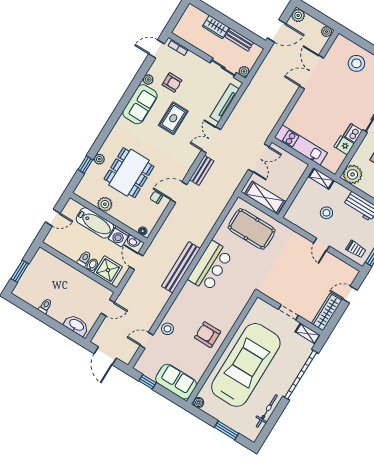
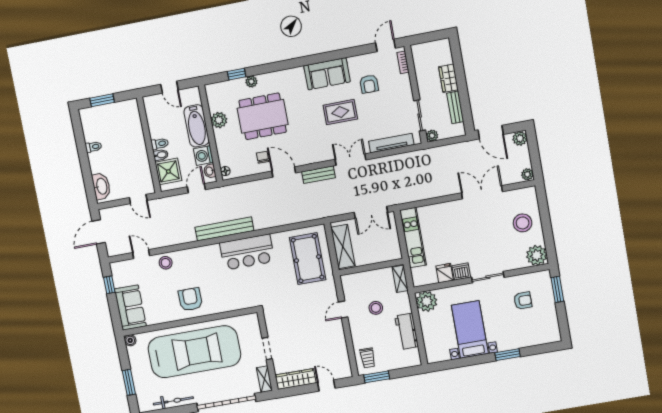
door: (157, 49) -> (386, 45), hinge flipped
plant: (148, 80) -> (354, 62), removed
door: (322, 245) -> (343, 310), moved

